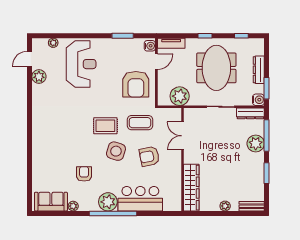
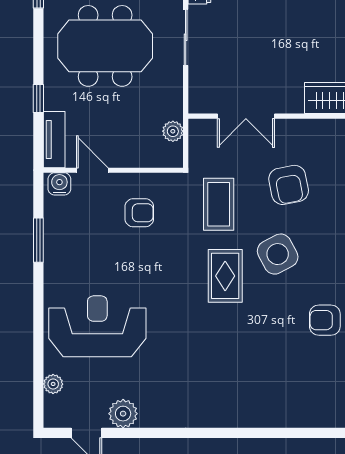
window: (205, 36) -> (38, 98), moved
armchair: (136, 84) -> (139, 213), width x0.53, depth x0.53
plant: (180, 96) -> (173, 131), width x0.53, depth x0.53
side table: (116, 151) -> (278, 254), turned 45

